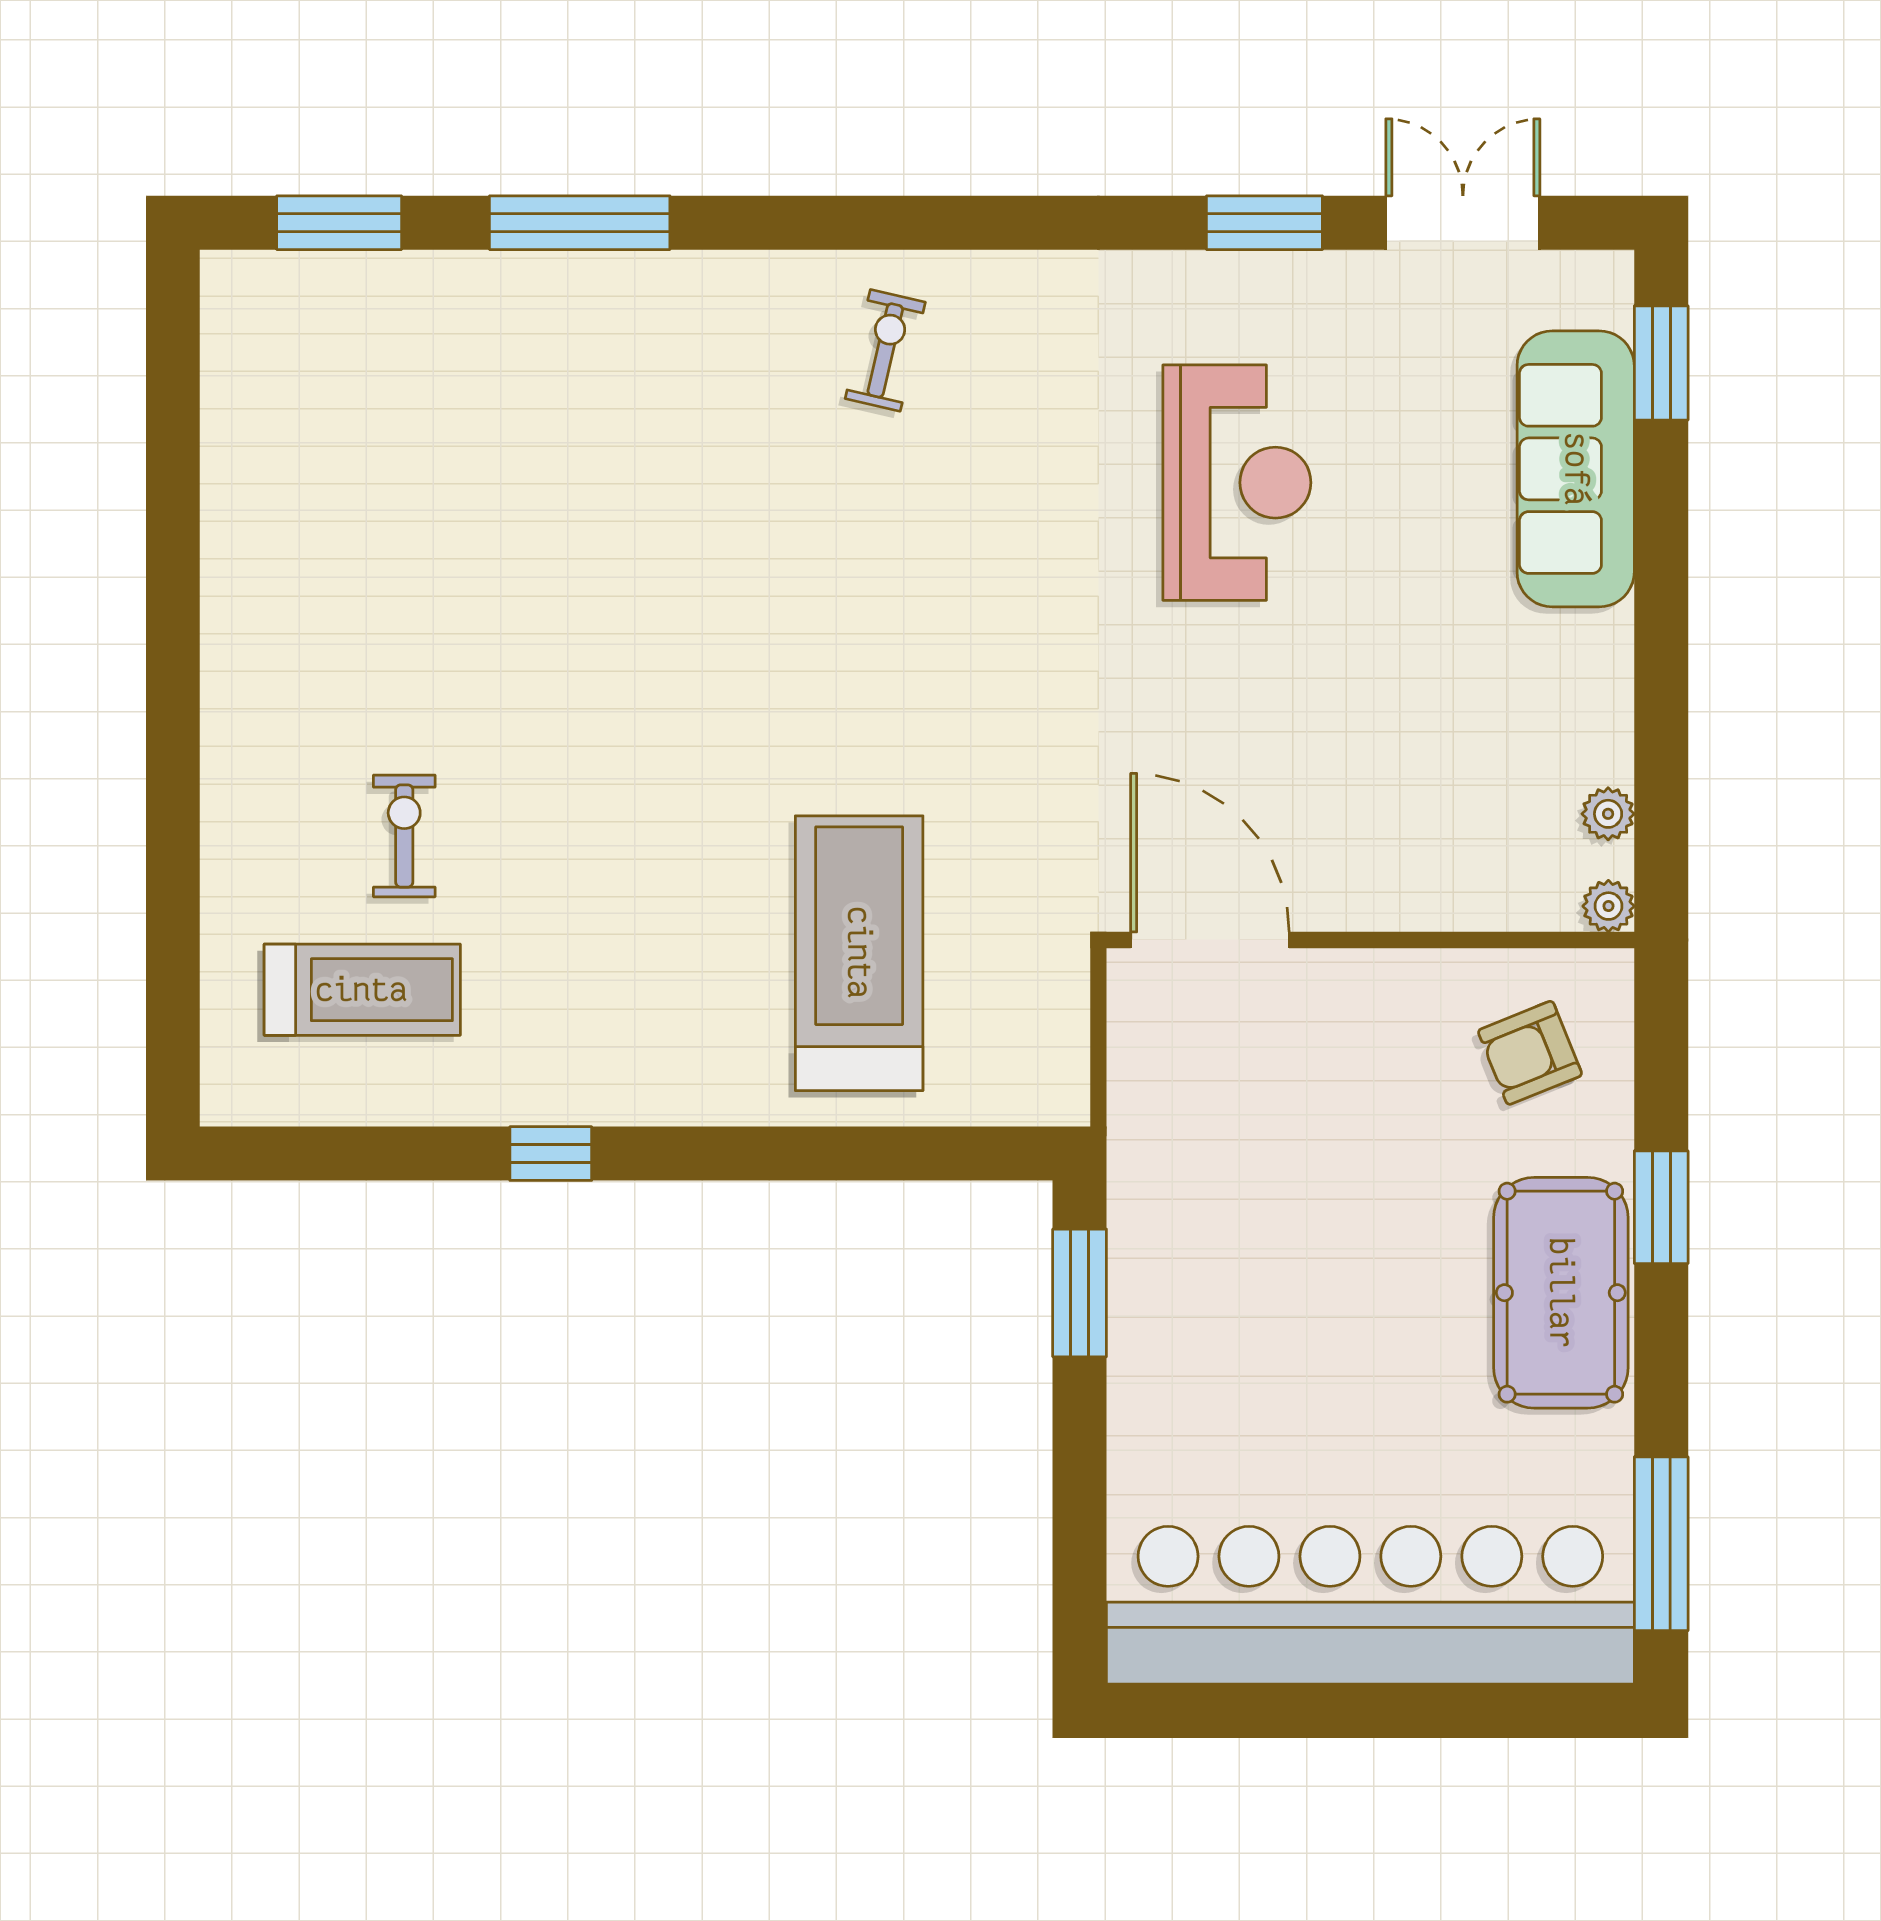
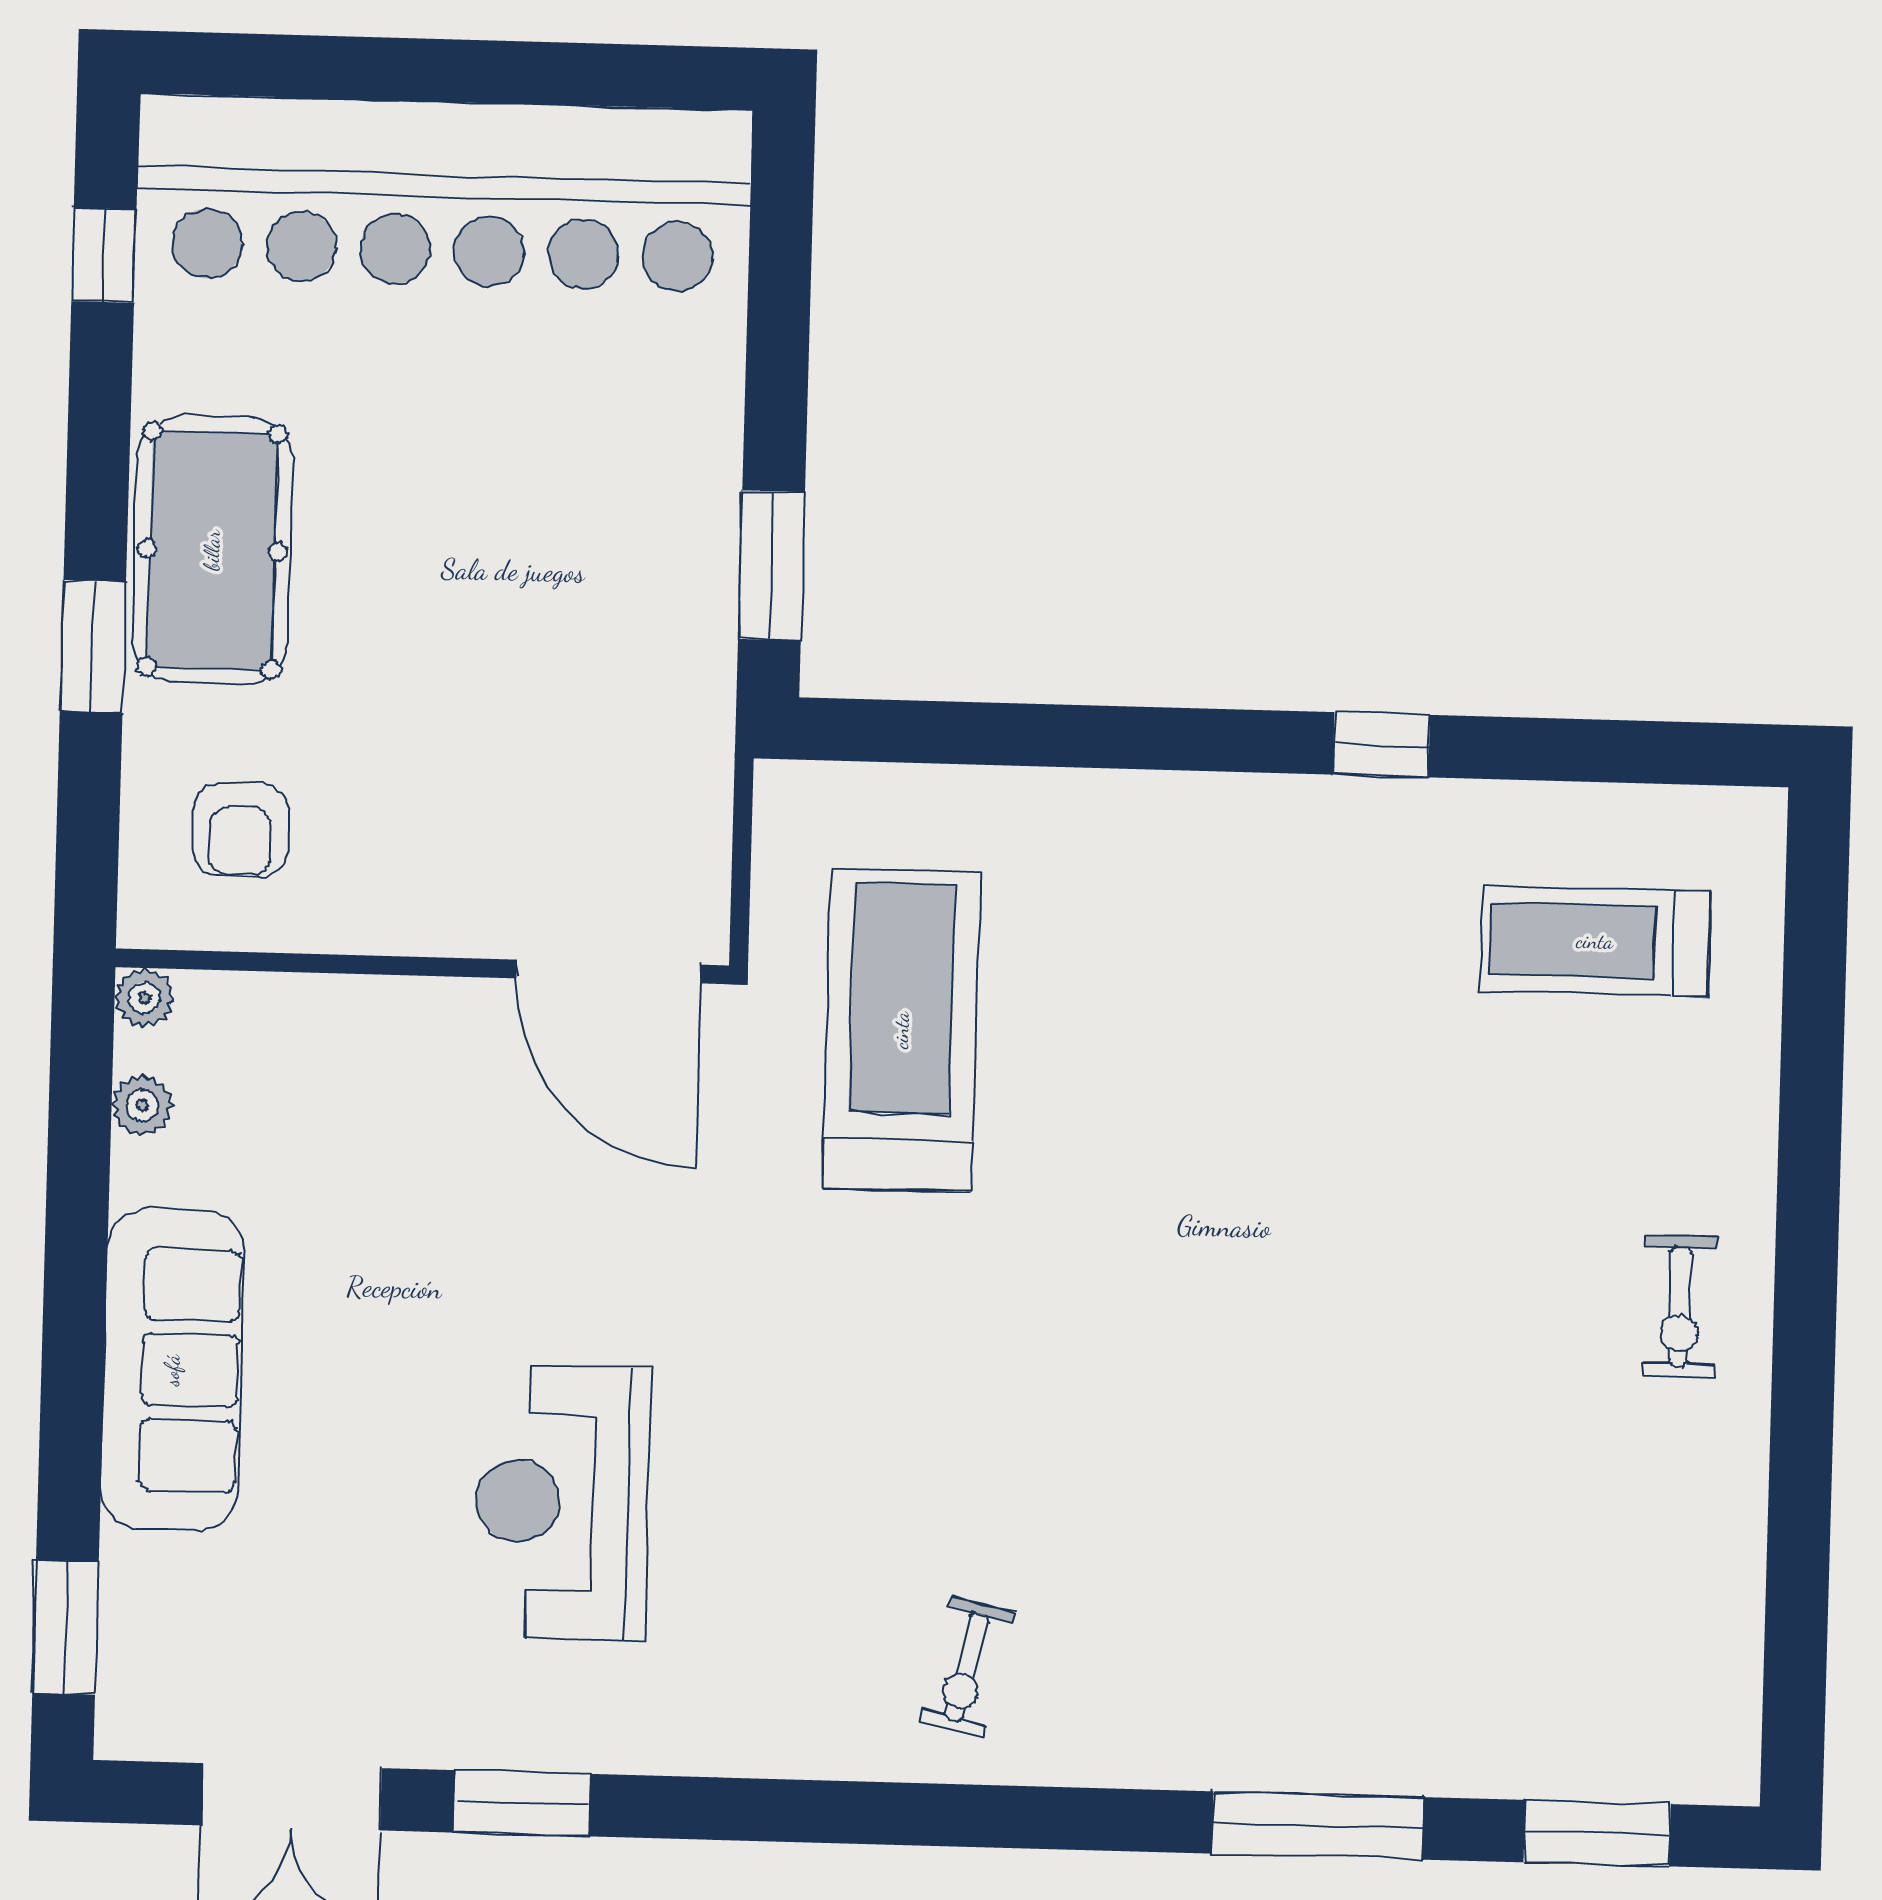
sofa: (1576, 469) -> (172, 1370), moved
exercise bike: (404, 836) -> (1680, 1306), moved
treadmill: (859, 953) -> (901, 1030), moved, turned 180
armchair: (1530, 1053) -> (240, 830), turned 112
window: (1661, 1544) -> (104, 255), width x0.46

